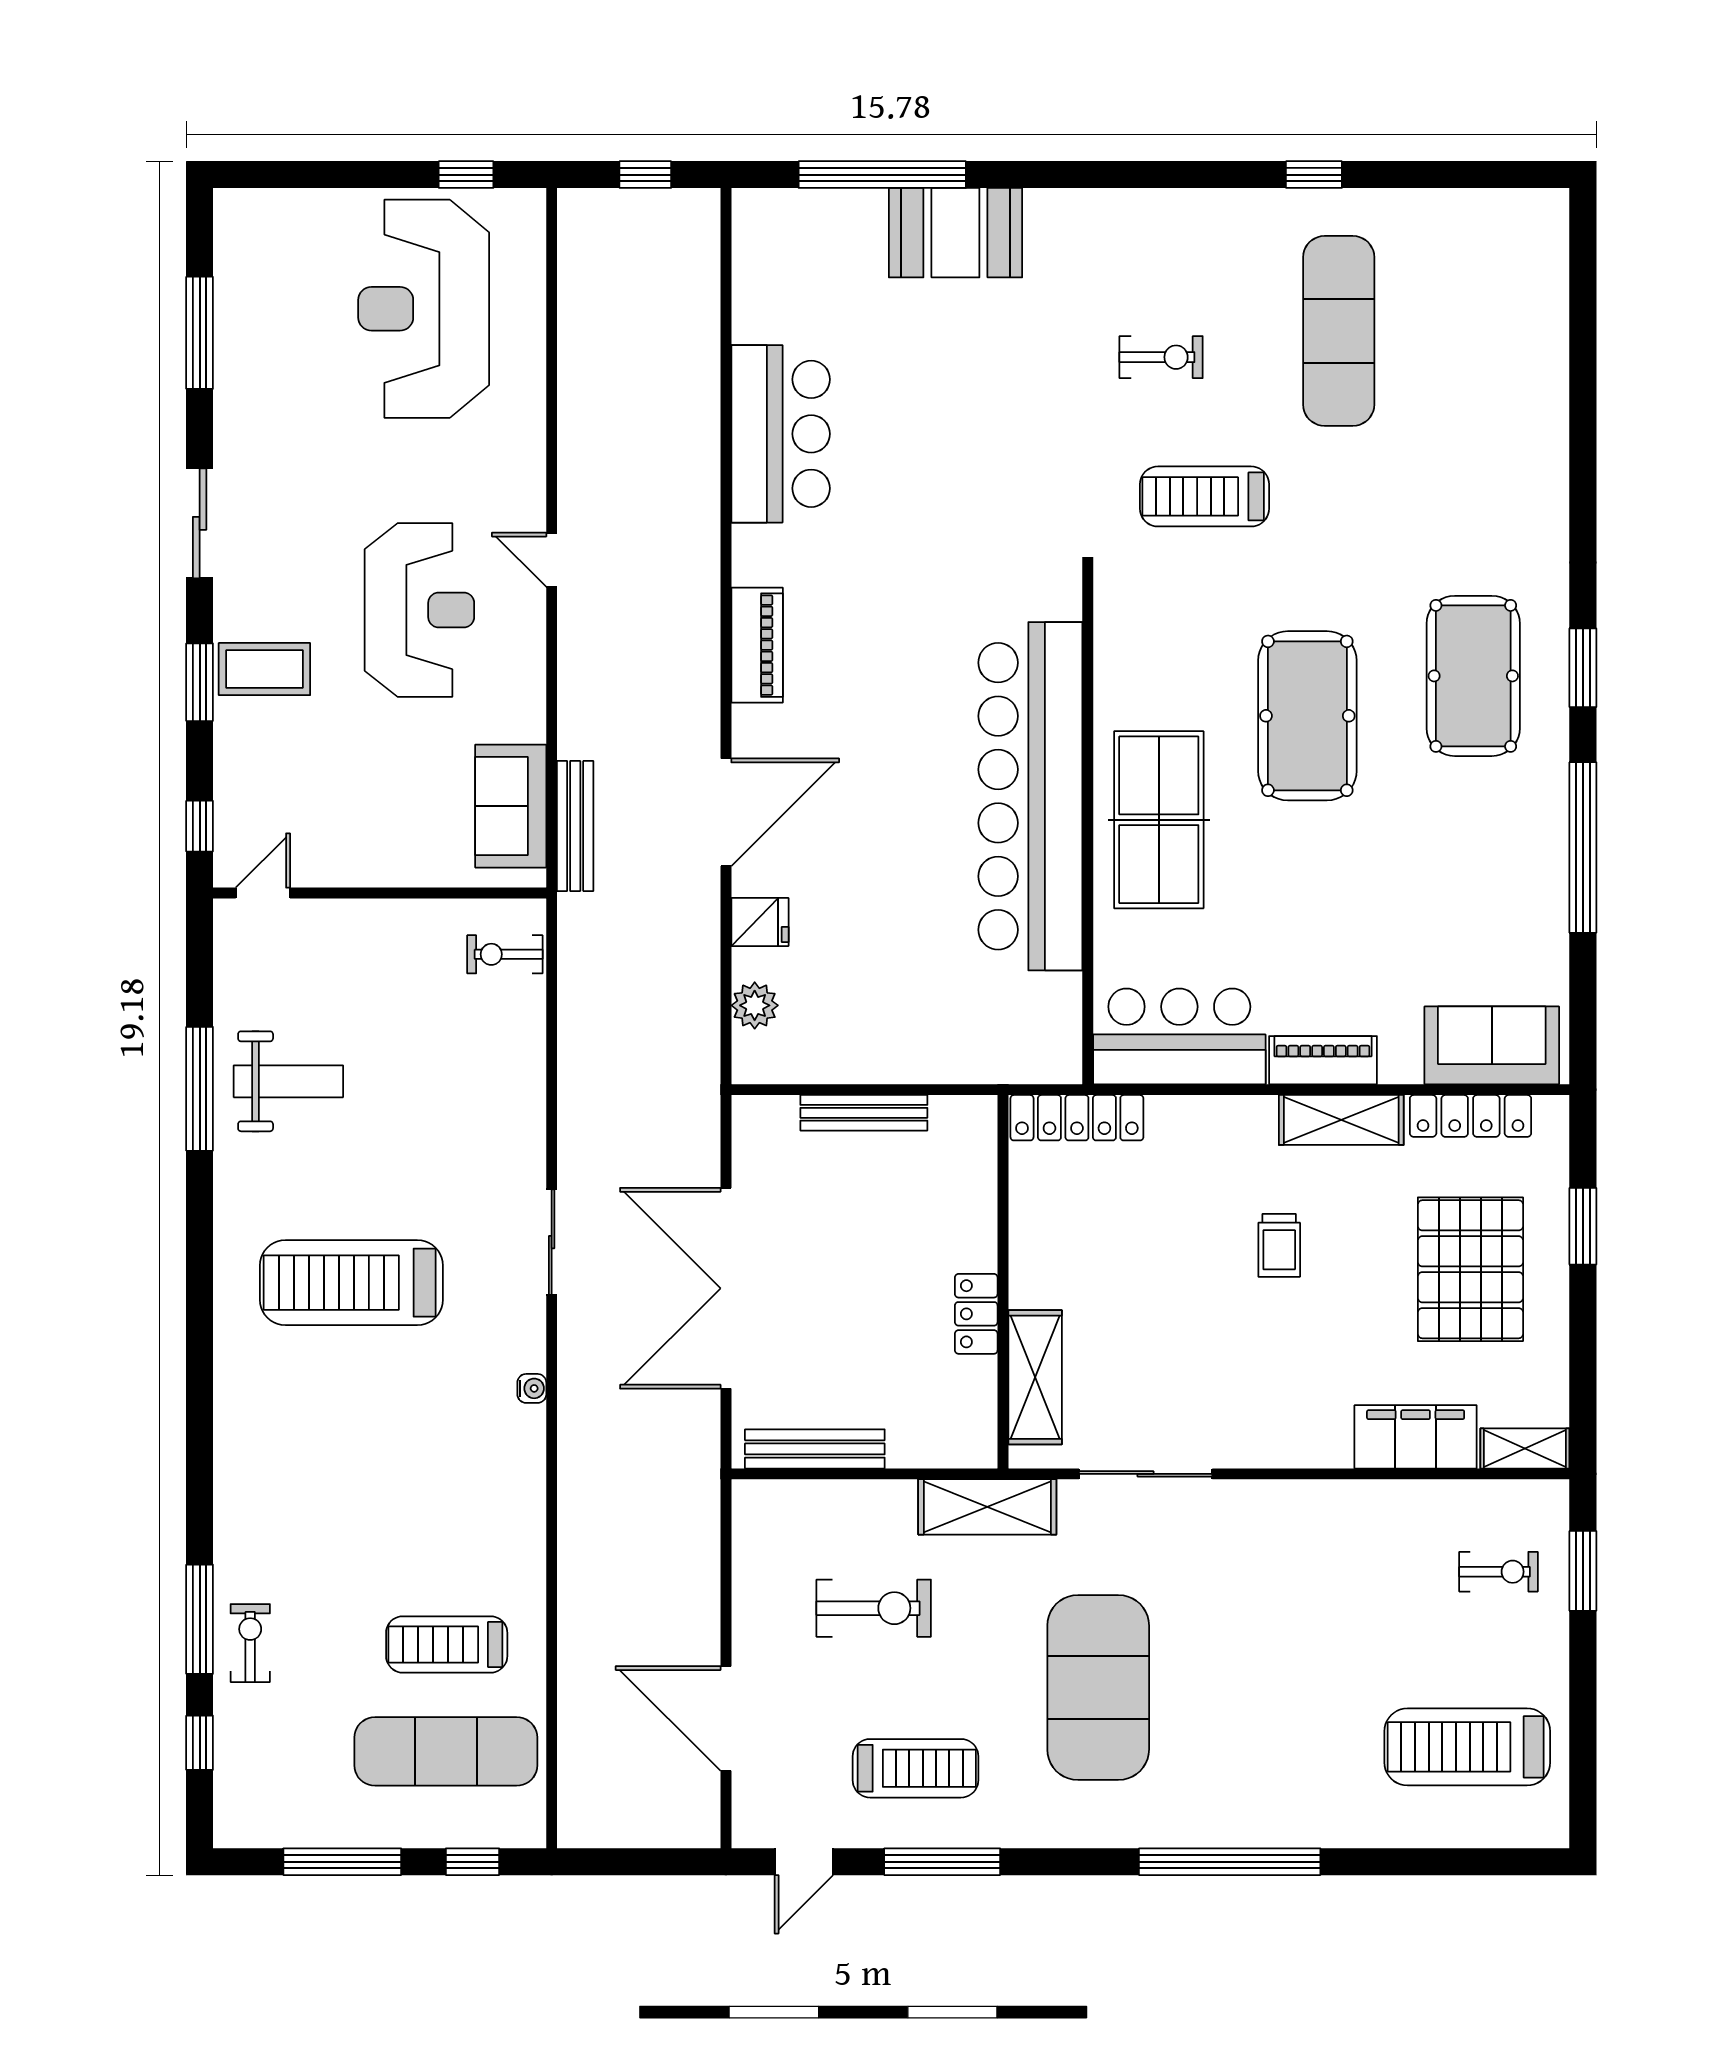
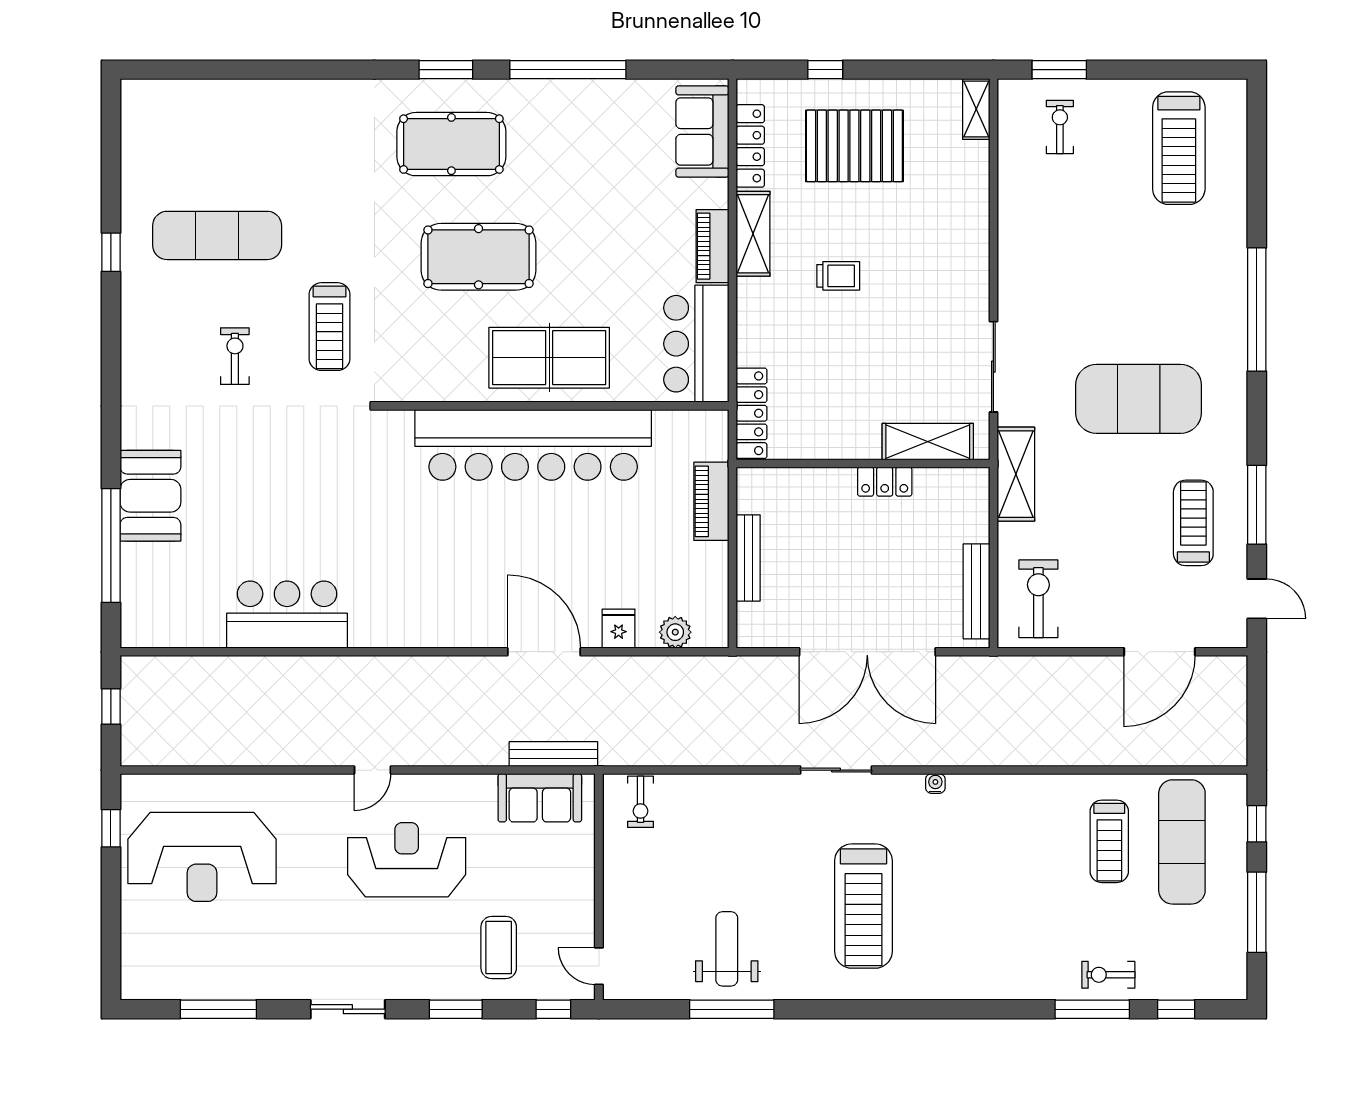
piano: (757, 645) -> (711, 501), moved, turned -90
coffee table: (264, 669) -> (499, 947), moved
window: (1583, 1226) -> (825, 70), width x0.67
filing cabinet: (1416, 1437) -> (968, 183), removed
exercise bike: (874, 1608) -> (1038, 599), moved

